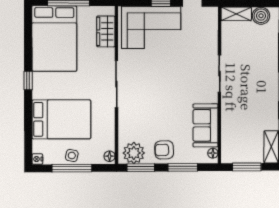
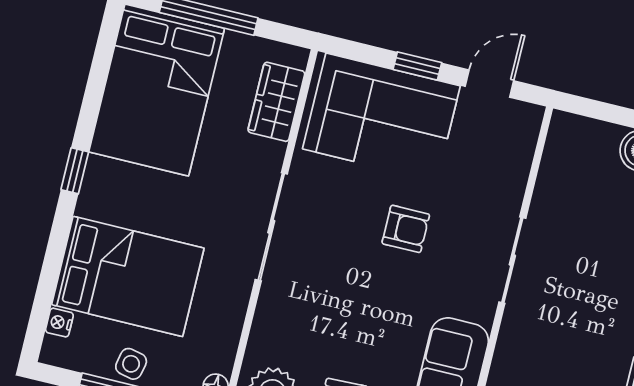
shelving: (236, 14) -> (584, 133), removed
armchair: (172, 71) -> (406, 229), added
nightstand: (37, 159) -> (59, 323), moved

